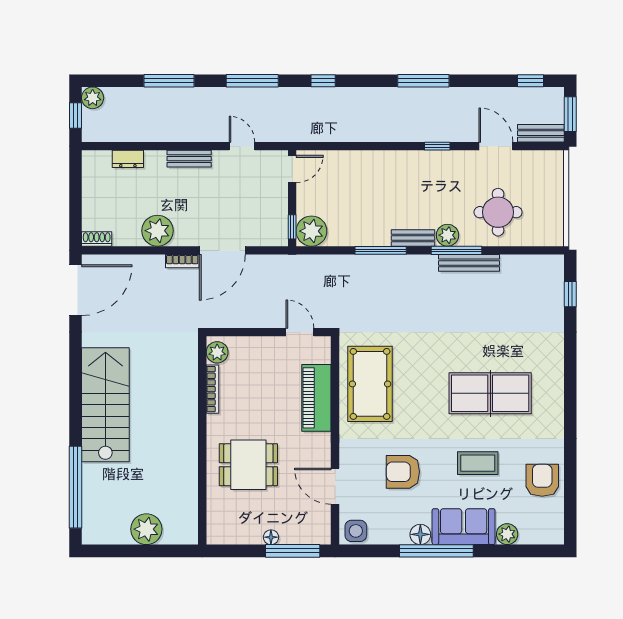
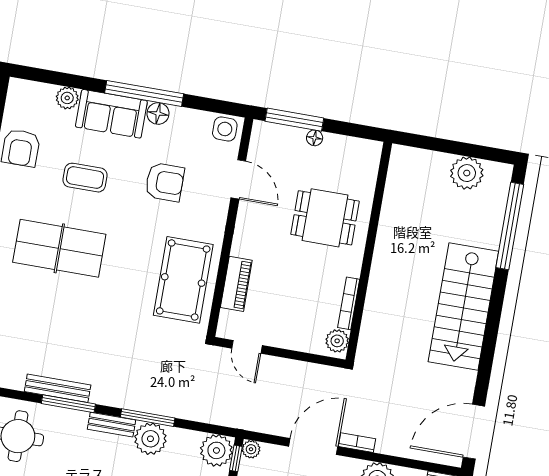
plant: (447, 235) -> (150, 439), moved, width x1.36, depth x1.36
plant: (280, 238) -> (251, 449), added
piano: (316, 398) -> (236, 284), width x0.73, depth x0.75
plant: (146, 529) -> (467, 173), moved

